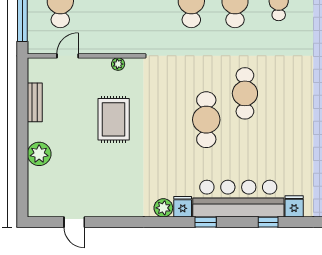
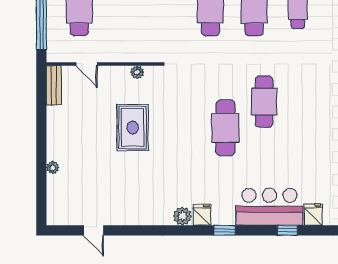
door: (68, 56) -> (87, 64), swing flipped
bench: (35, 102) -> (54, 85), moved
plant: (39, 154) -> (53, 168), width x0.53, depth x0.53
bar counter: (238, 199) -> (269, 207), width x0.73

